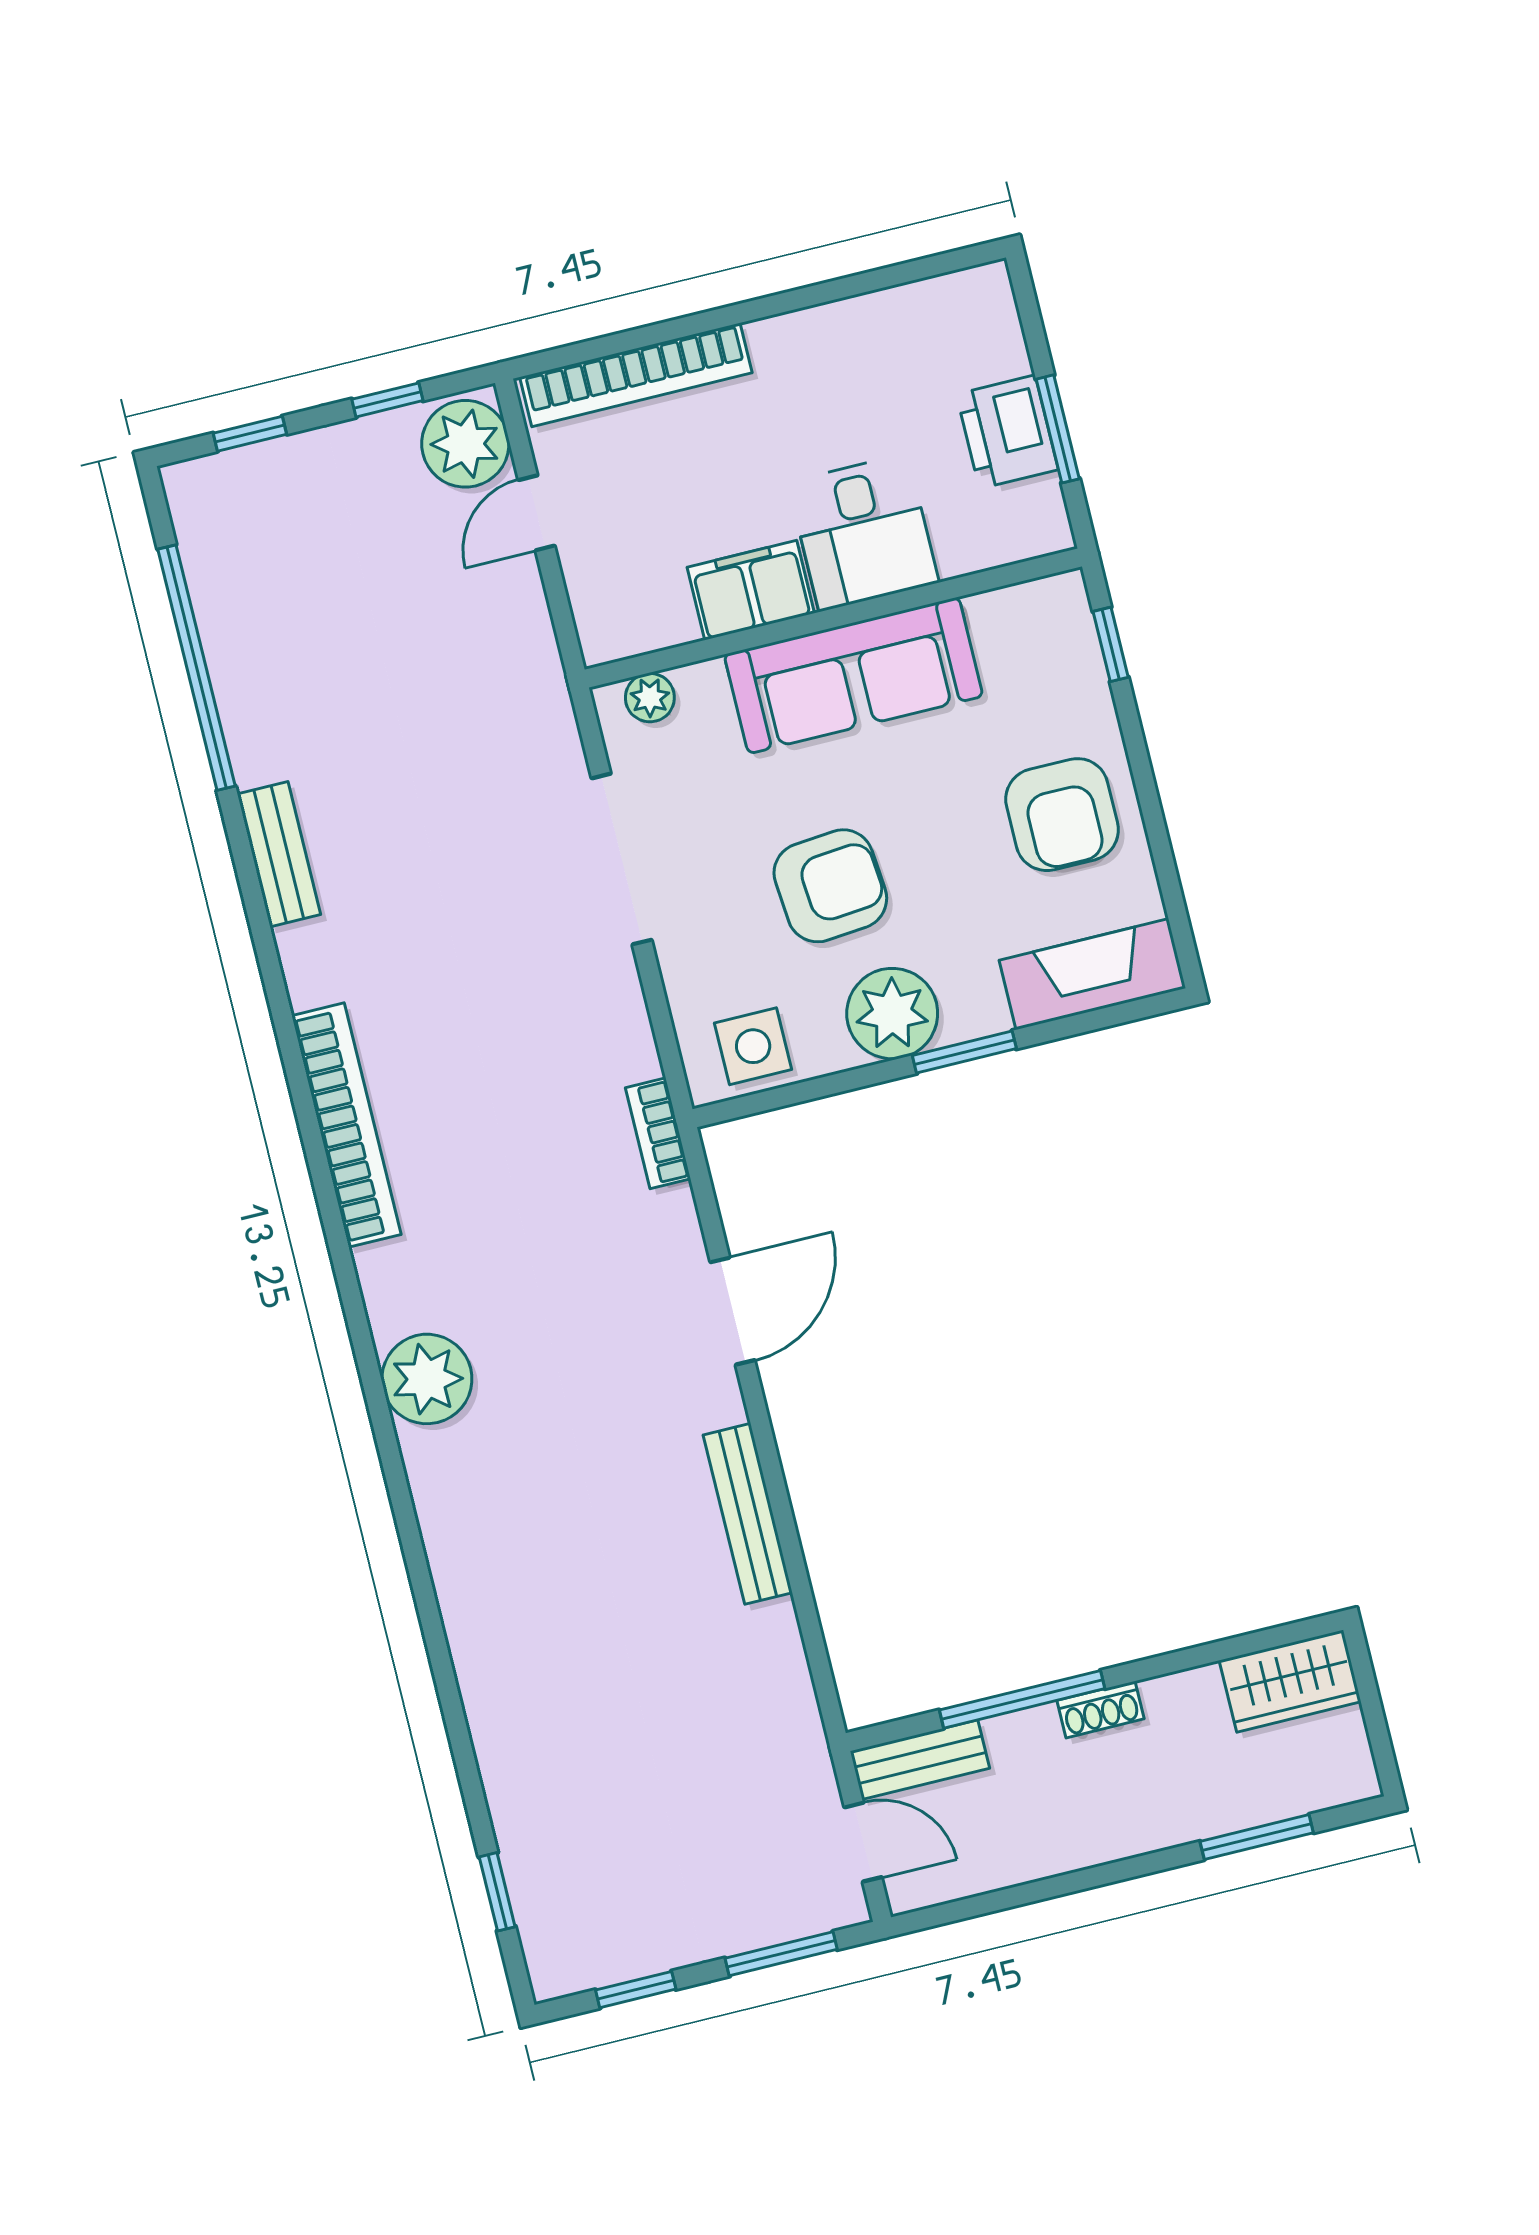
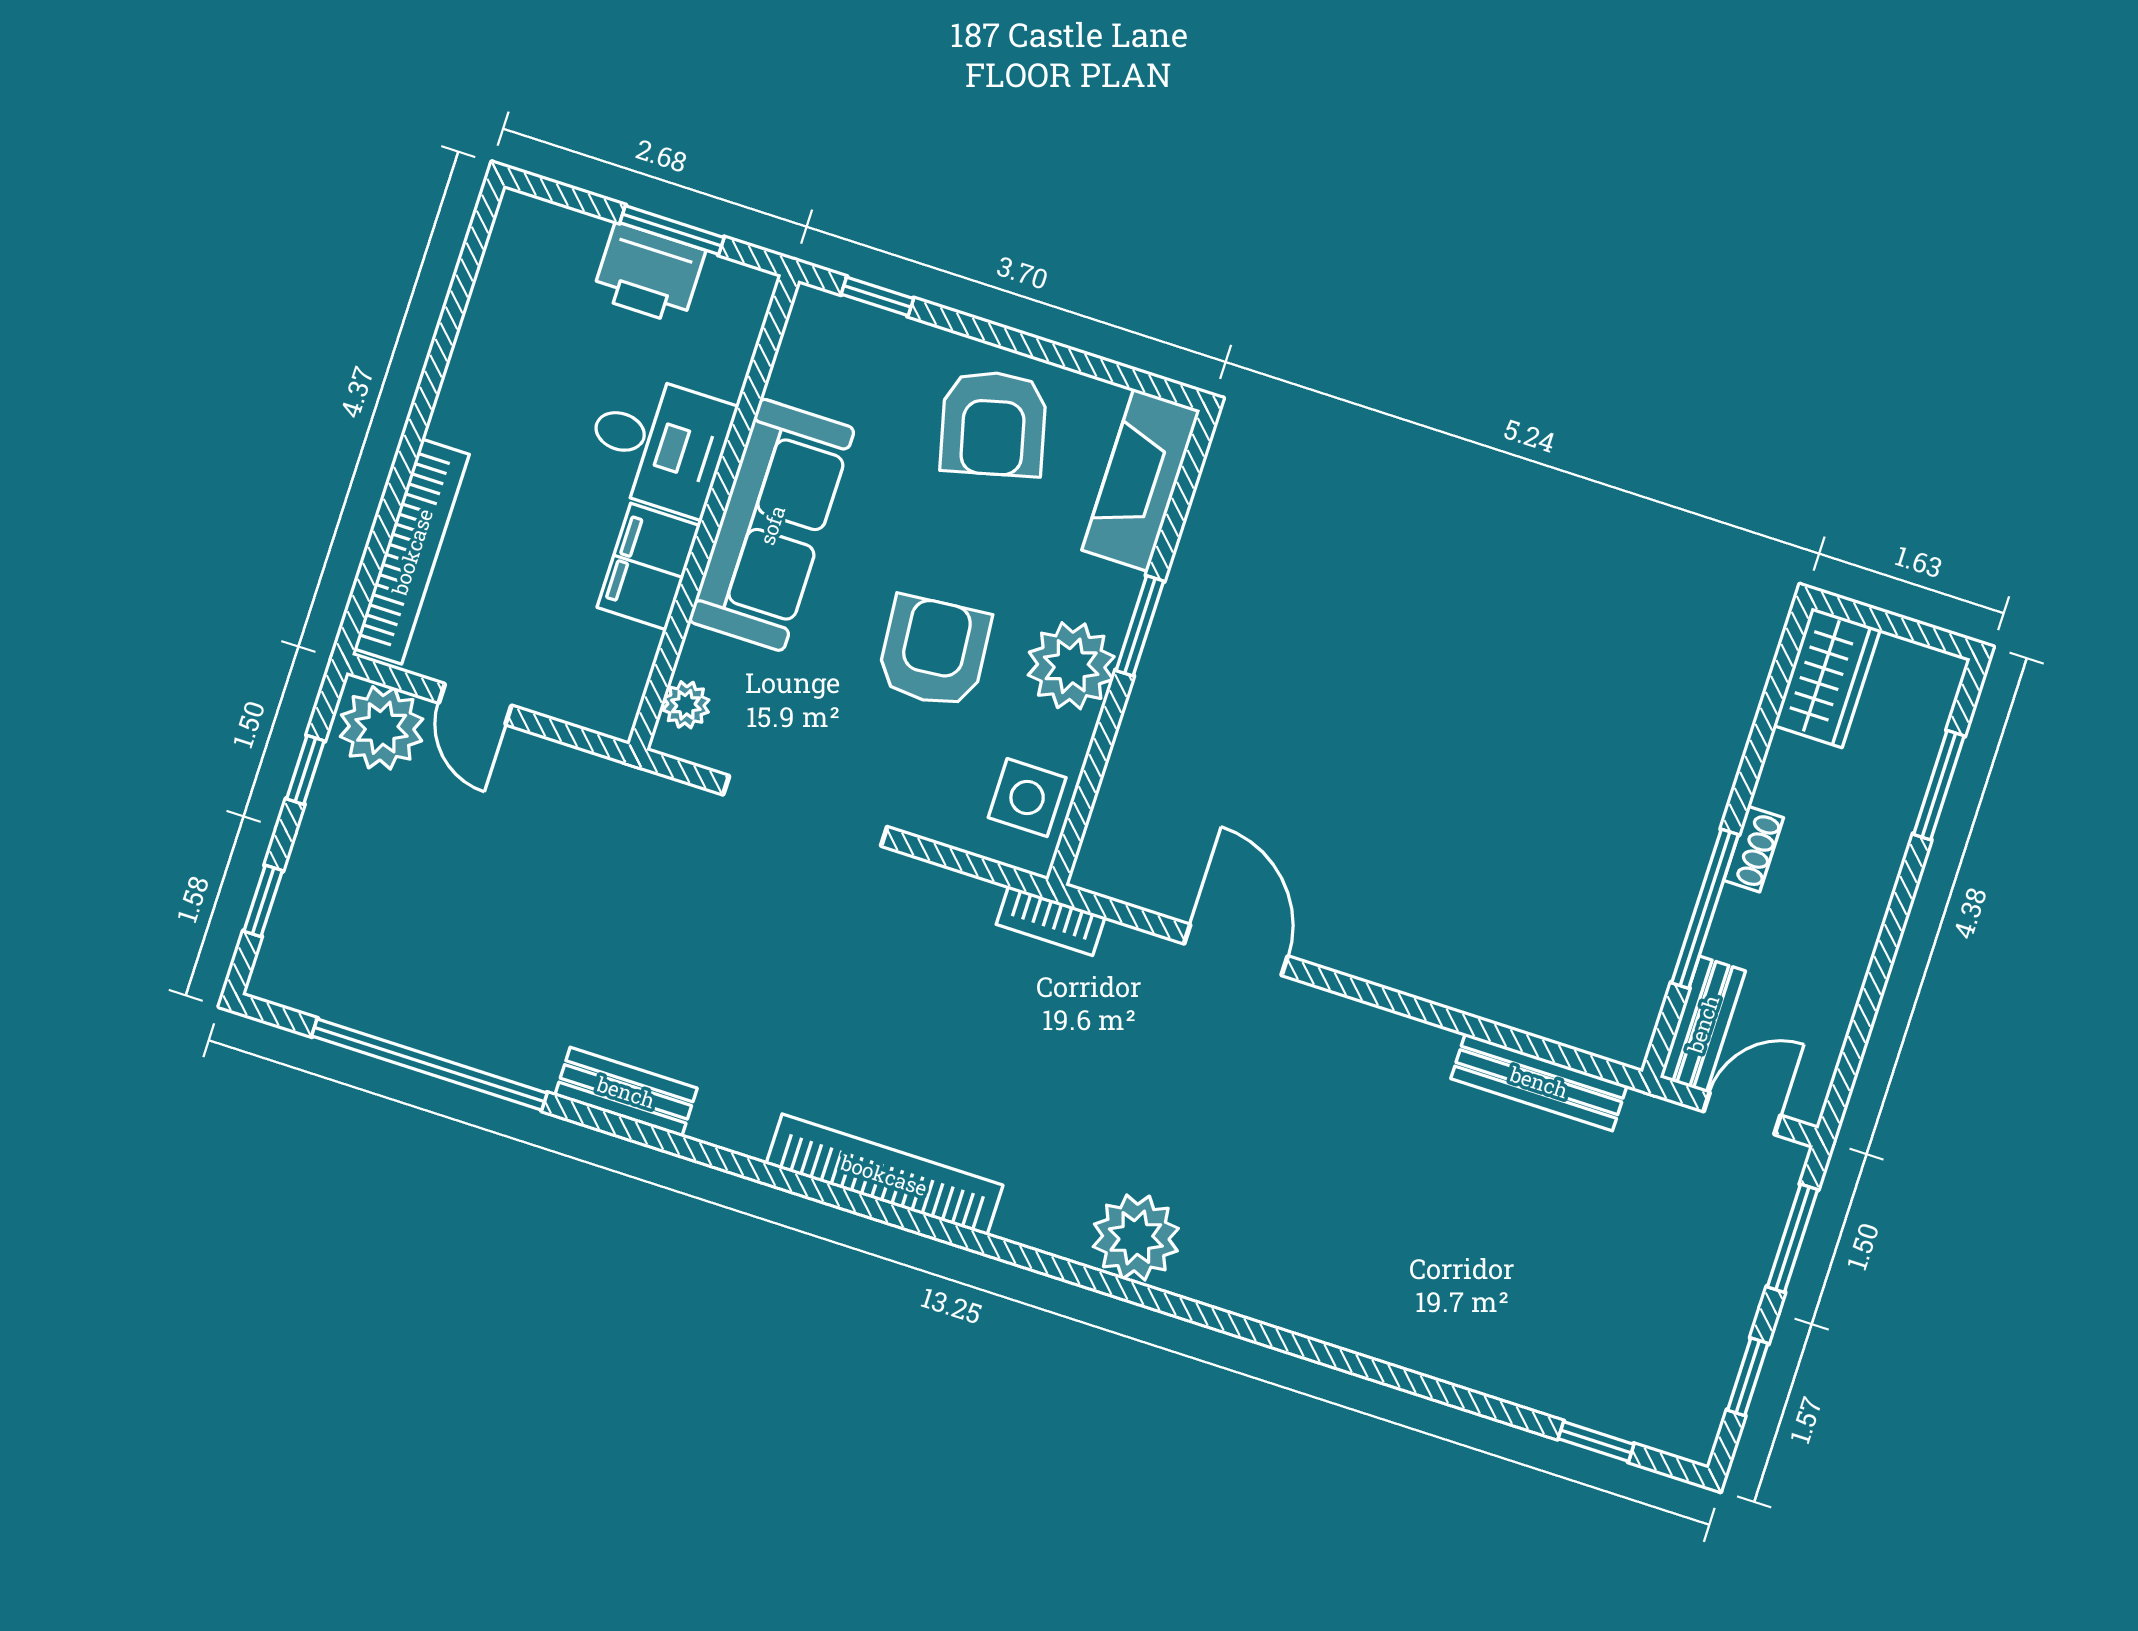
armchair: (1062, 815) -> (993, 424), turned 76
bench: (748, 1514) -> (1539, 1082), moved

